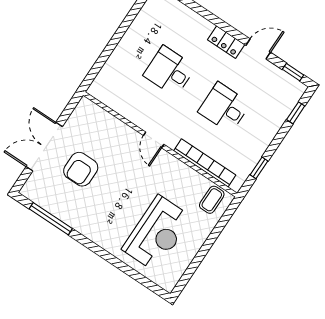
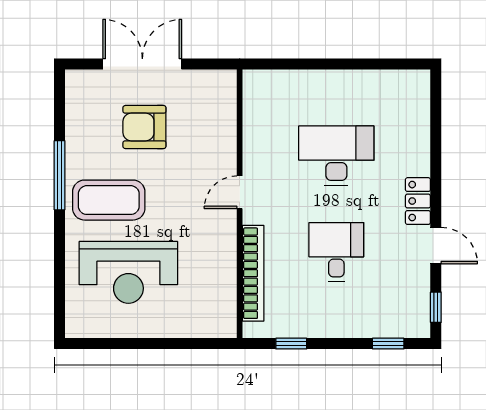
desk: (169, 71) -> (336, 156), width x1.37
coffee table: (212, 200) -> (109, 200), moved, width x1.86, depth x1.72
window: (51, 219) -> (60, 175), moved

